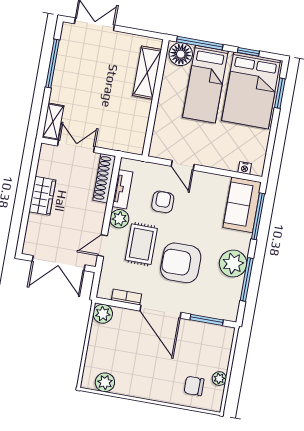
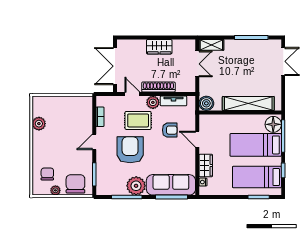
shelving: (147, 73) -> (248, 104), width x1.47
bed: (251, 90) -> (257, 177), width x0.67
boiler: (134, 143) -> (206, 103), added
wardrobe: (222, 160) -> (206, 166), added
door: (183, 165) -> (197, 139), hinge flipped
shoe rack: (104, 178) -> (158, 87), moved
sofa: (242, 205) -> (171, 185), width x1.36
door: (160, 312) -> (94, 142), width x0.53
plant: (103, 314) -> (86, 103), removed
chair: (215, 349) -> (75, 184), added
plant: (105, 382) -> (39, 124), moved

